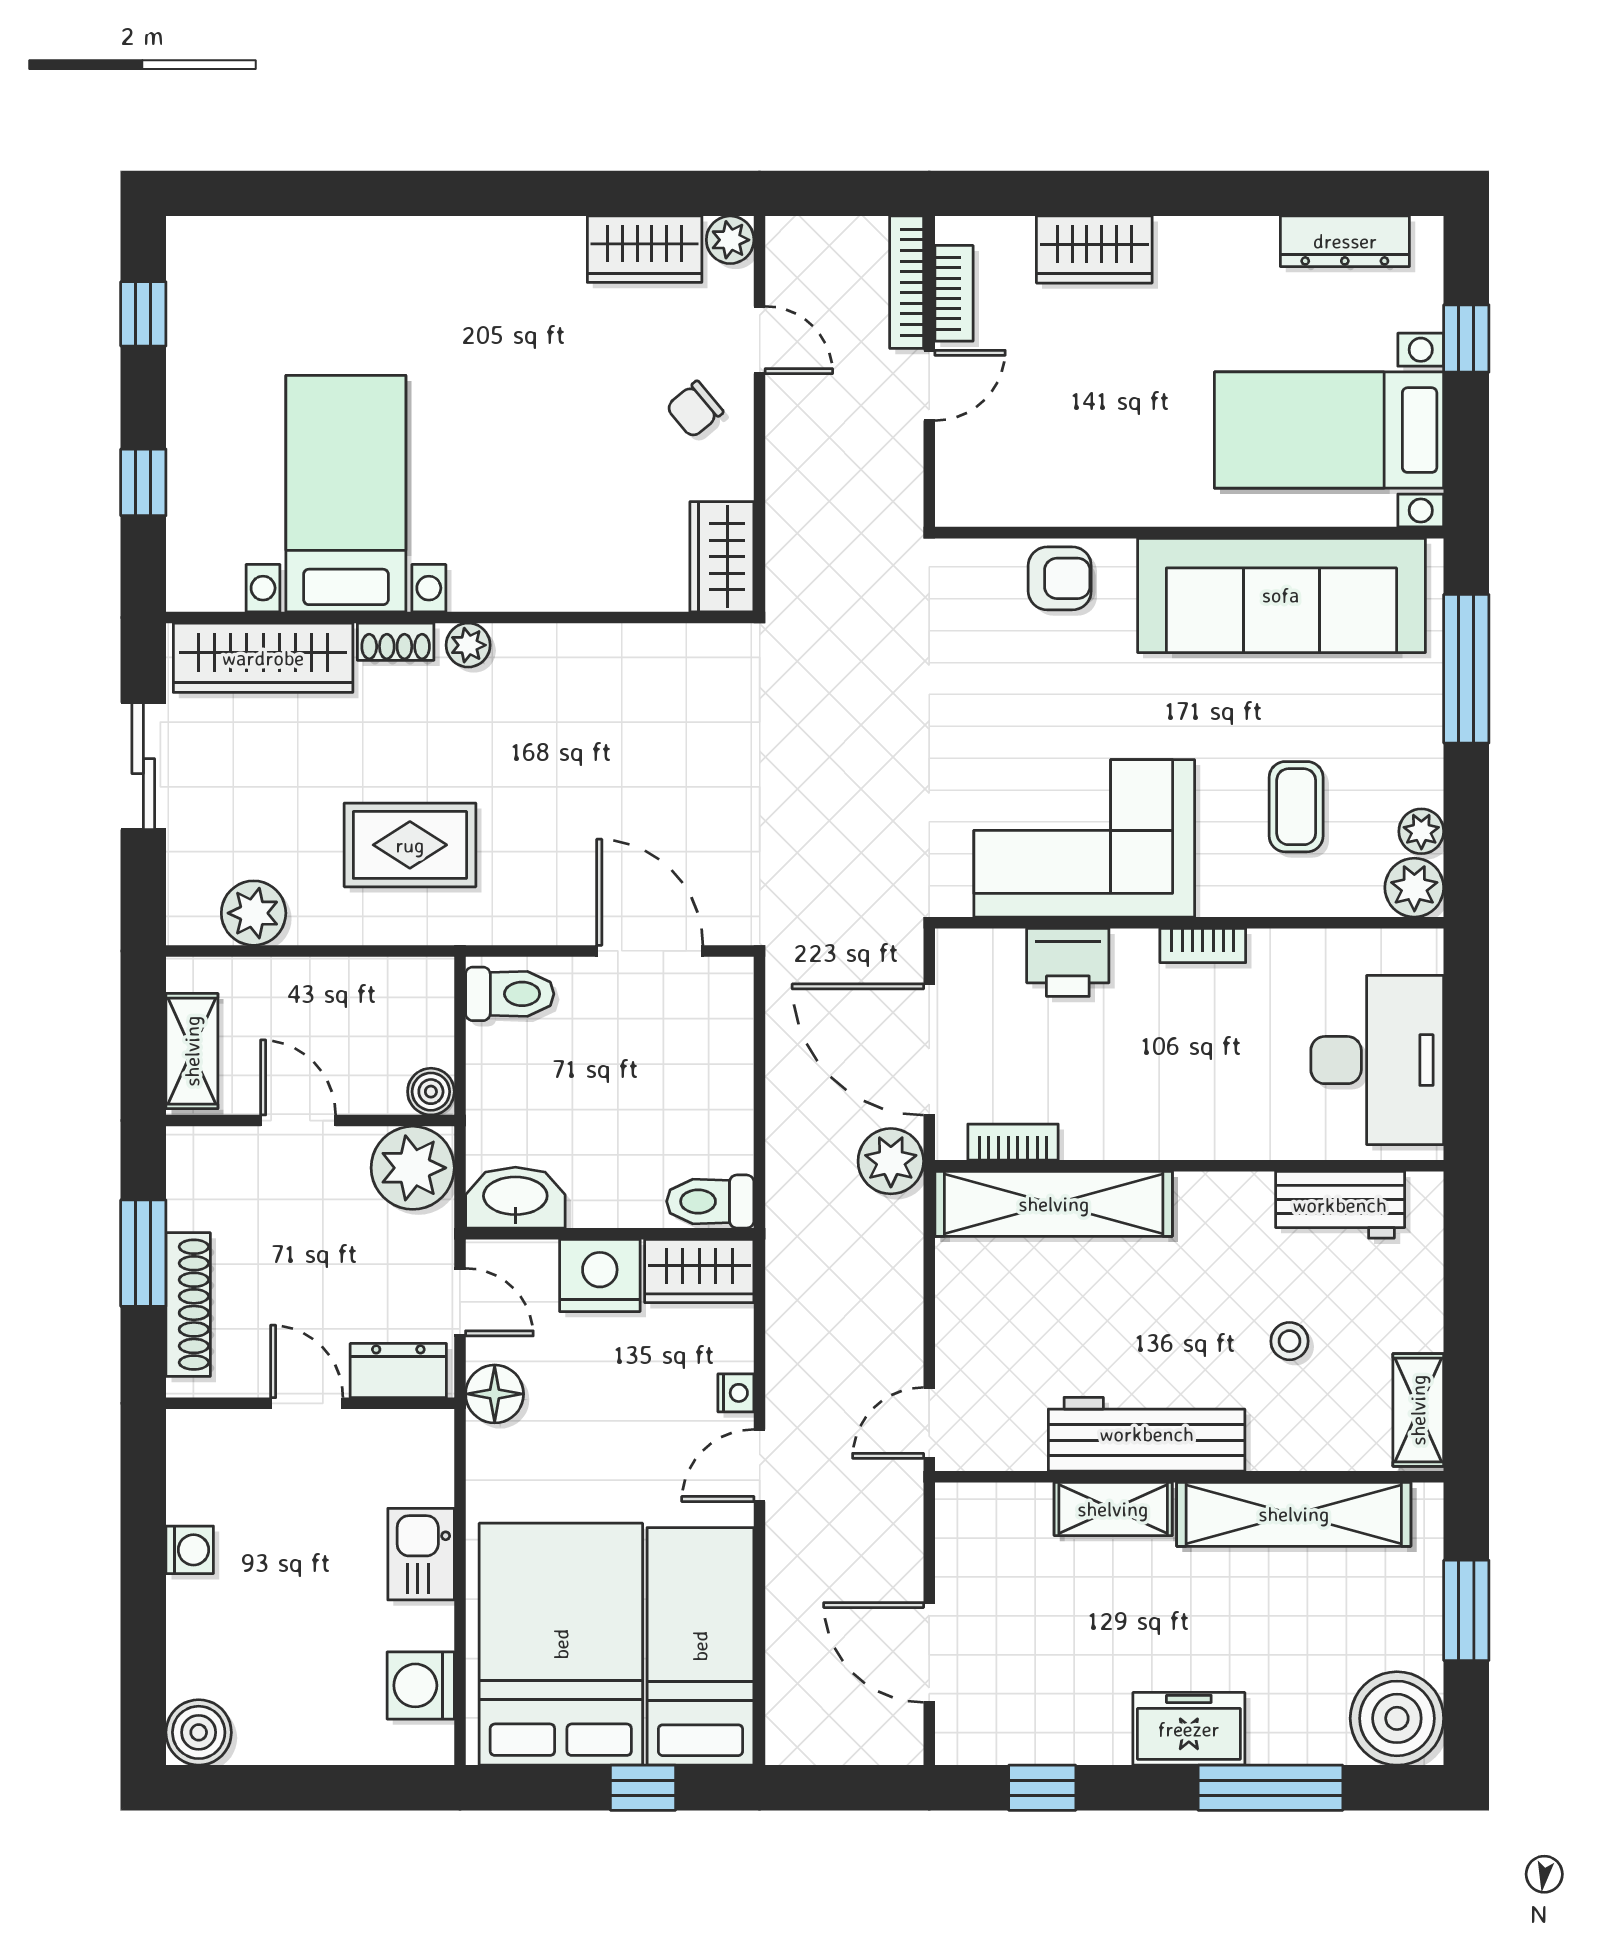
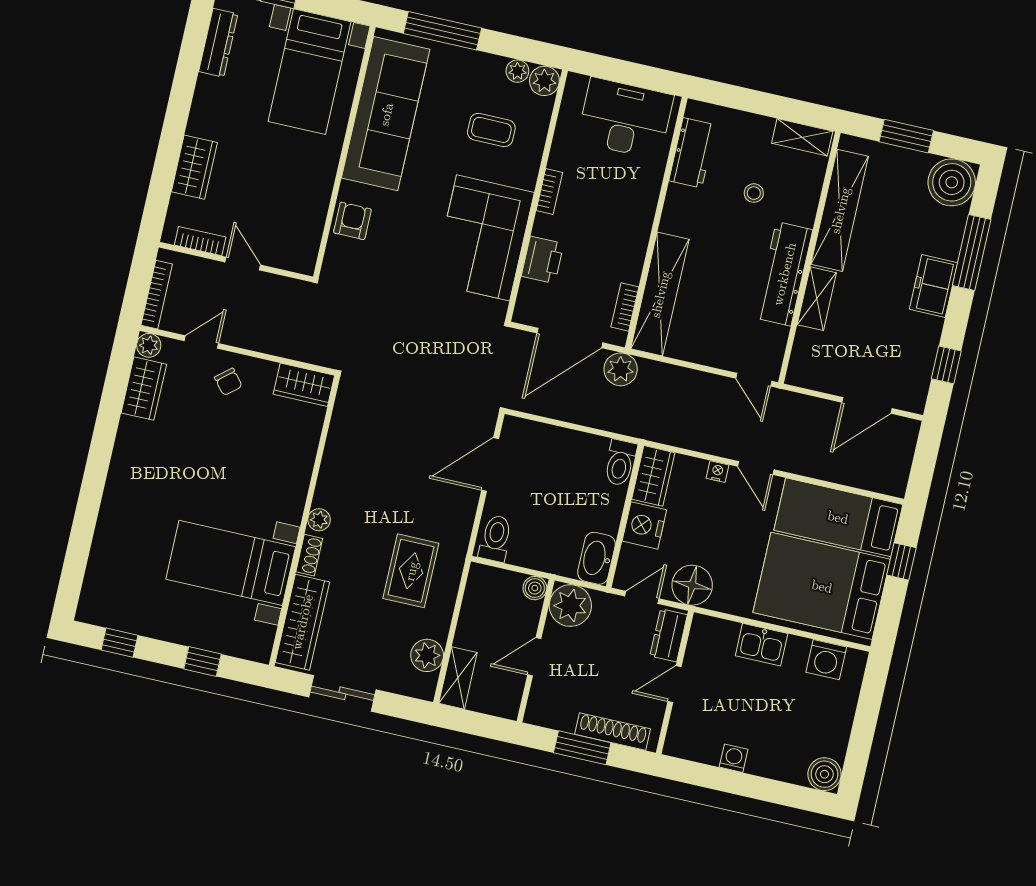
bookcase: (907, 282) -> (157, 295), moved, turned -90
shelving: (192, 1051) -> (458, 678), moved, turned 90
floor lamp: (495, 1394) -> (692, 585), width x1.38, depth x1.38

